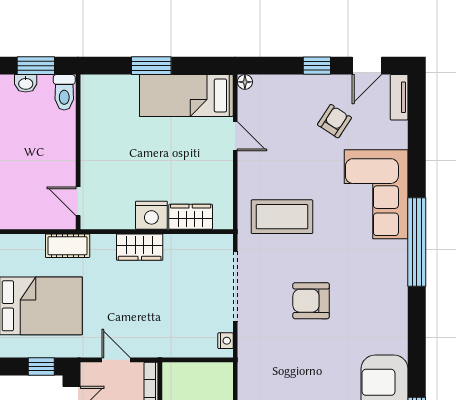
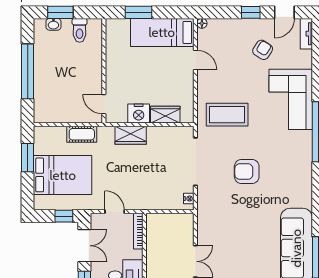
wall: (78, 152) -> (104, 71), moved
door: (78, 201) -> (104, 104), moved

